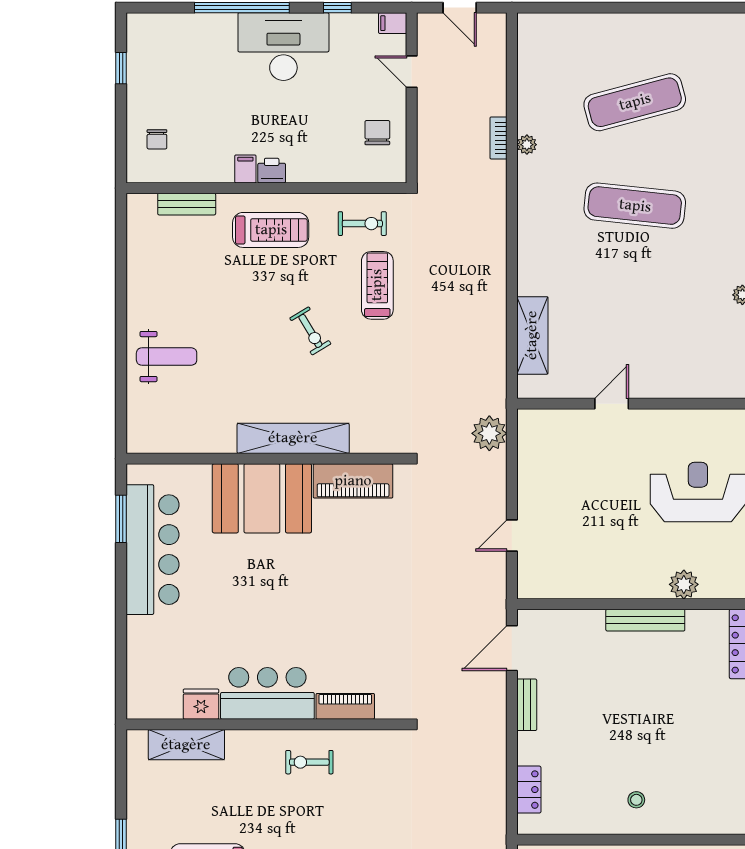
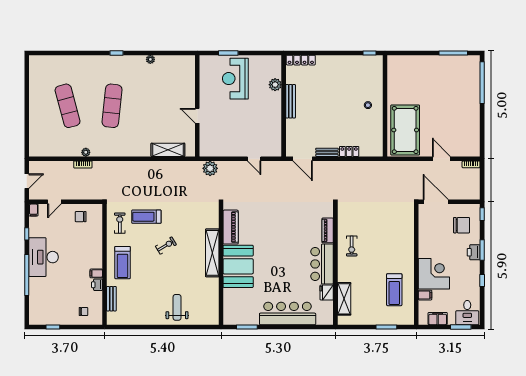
printer: (272, 171) -> (97, 285), moved
treadmill: (271, 230) -> (123, 263), turned 180
bar counter: (152, 550) -> (288, 313), moved
locker: (529, 790) -> (349, 151), moved

